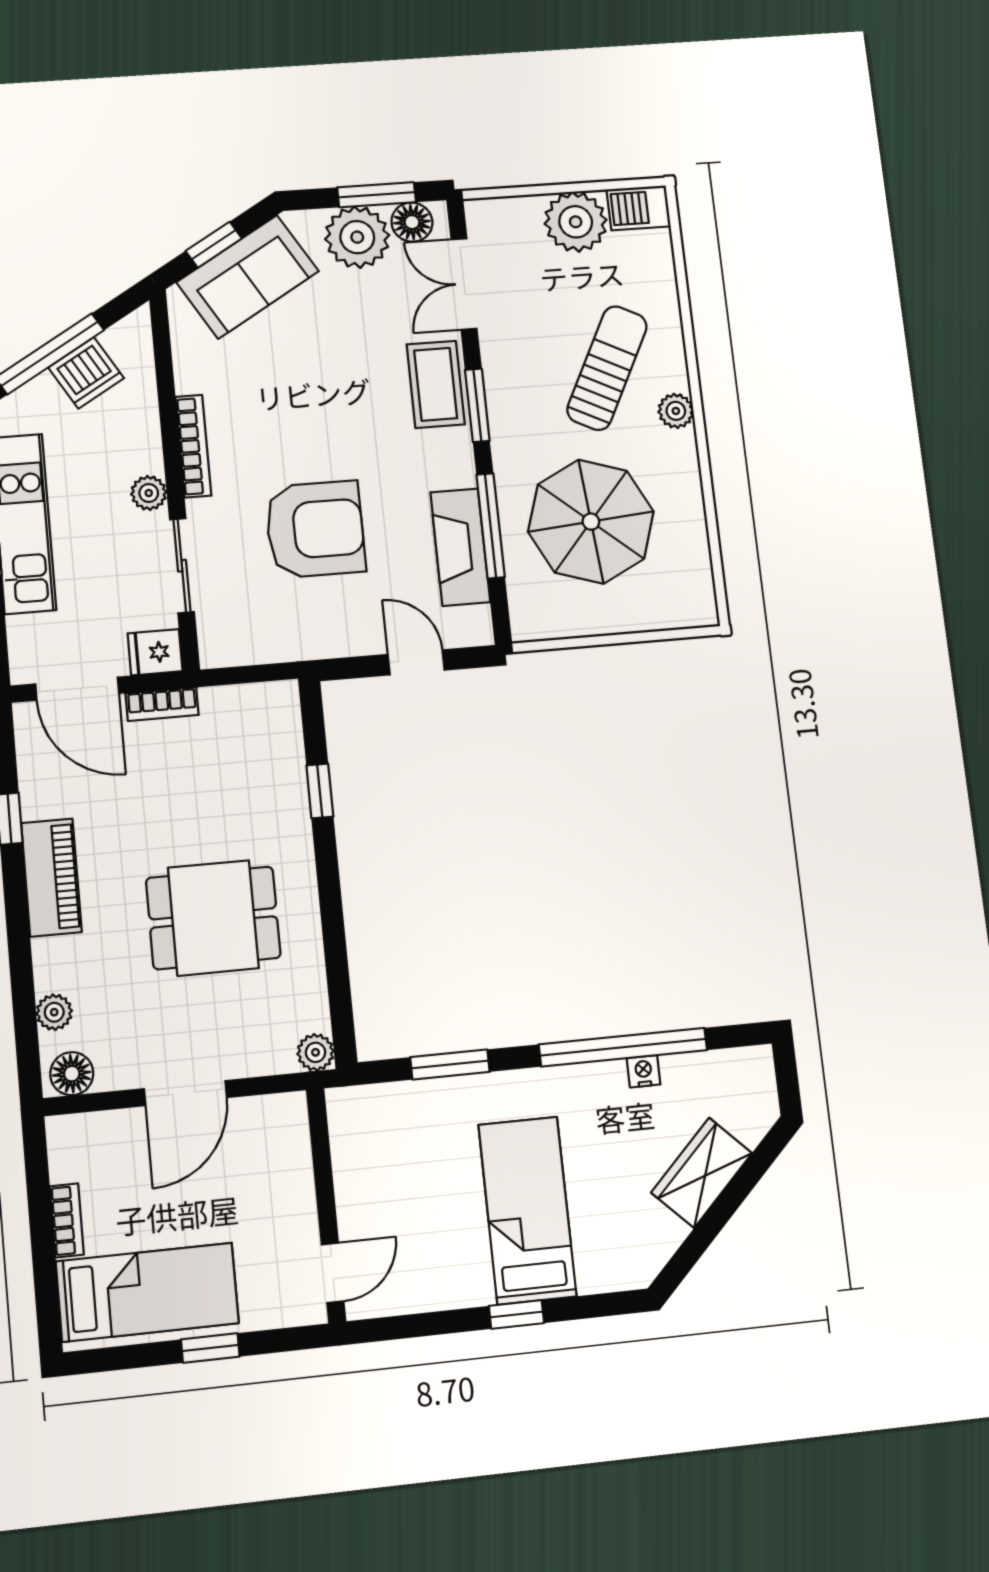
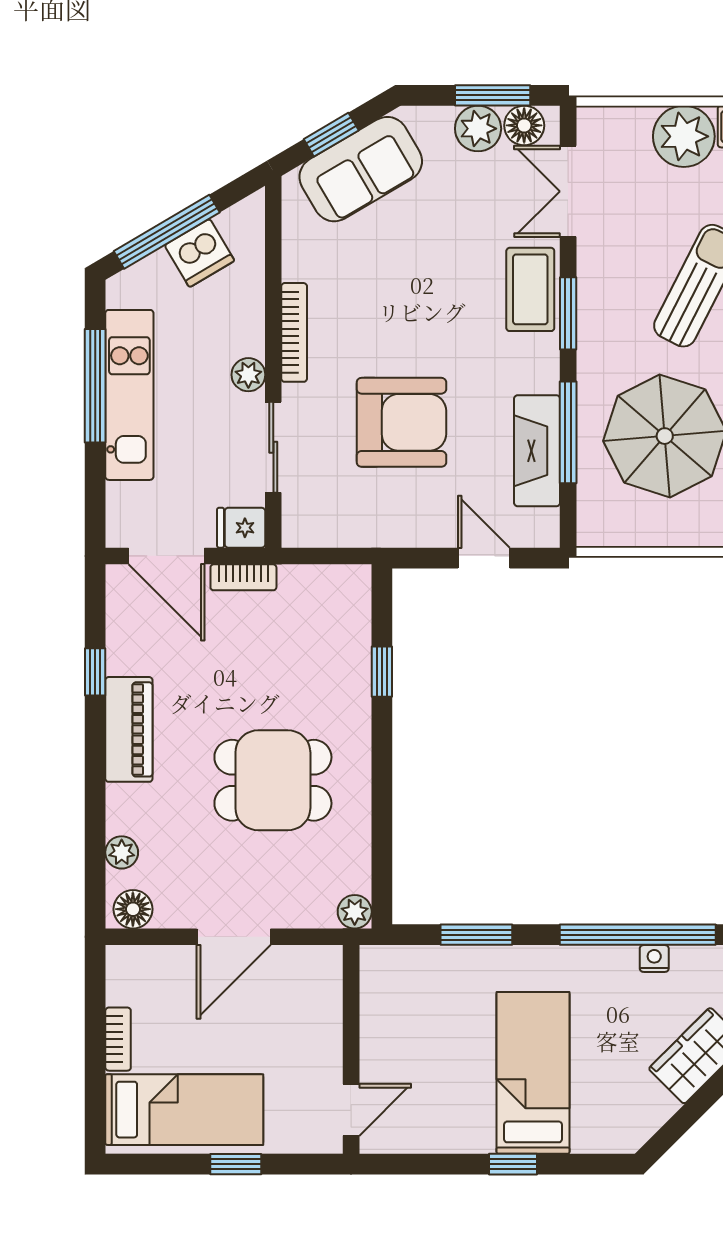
plant: (357, 237) -> (478, 129), width x0.73, depth x0.73

